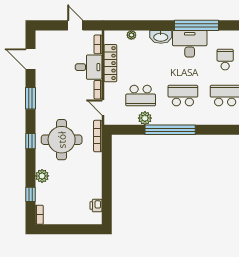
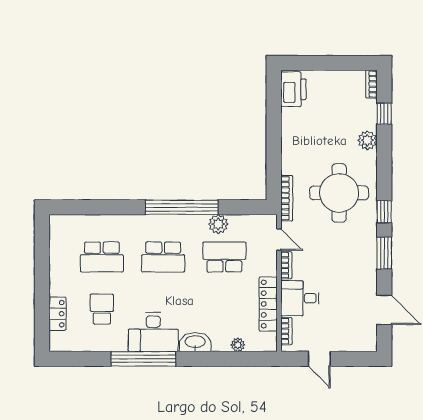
school desk: (225, 60) -> (102, 309), turned 180
window: (31, 141) -> (384, 212), moved
printer: (96, 206) -> (293, 89), width x1.87, depth x1.48

